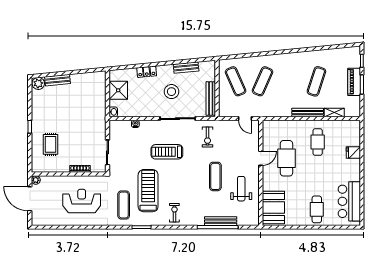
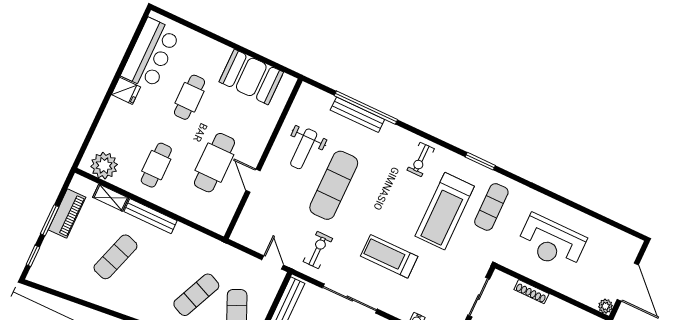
piano: (354, 82) -> (67, 213), moved
door: (245, 119) -> (273, 262), moved
plant: (346, 128) -> (104, 166), added
treadmill: (167, 152) -> (389, 256), turned 180
fridge: (353, 153) -> (126, 91), moved
door: (261, 158) -> (253, 181), hinge flipped
exercise mat: (215, 176) -> (334, 185), width x1.36, depth x1.45
booth: (273, 207) -> (251, 77), moved, turned 90
cafe table: (317, 209) -> (190, 97), moved

